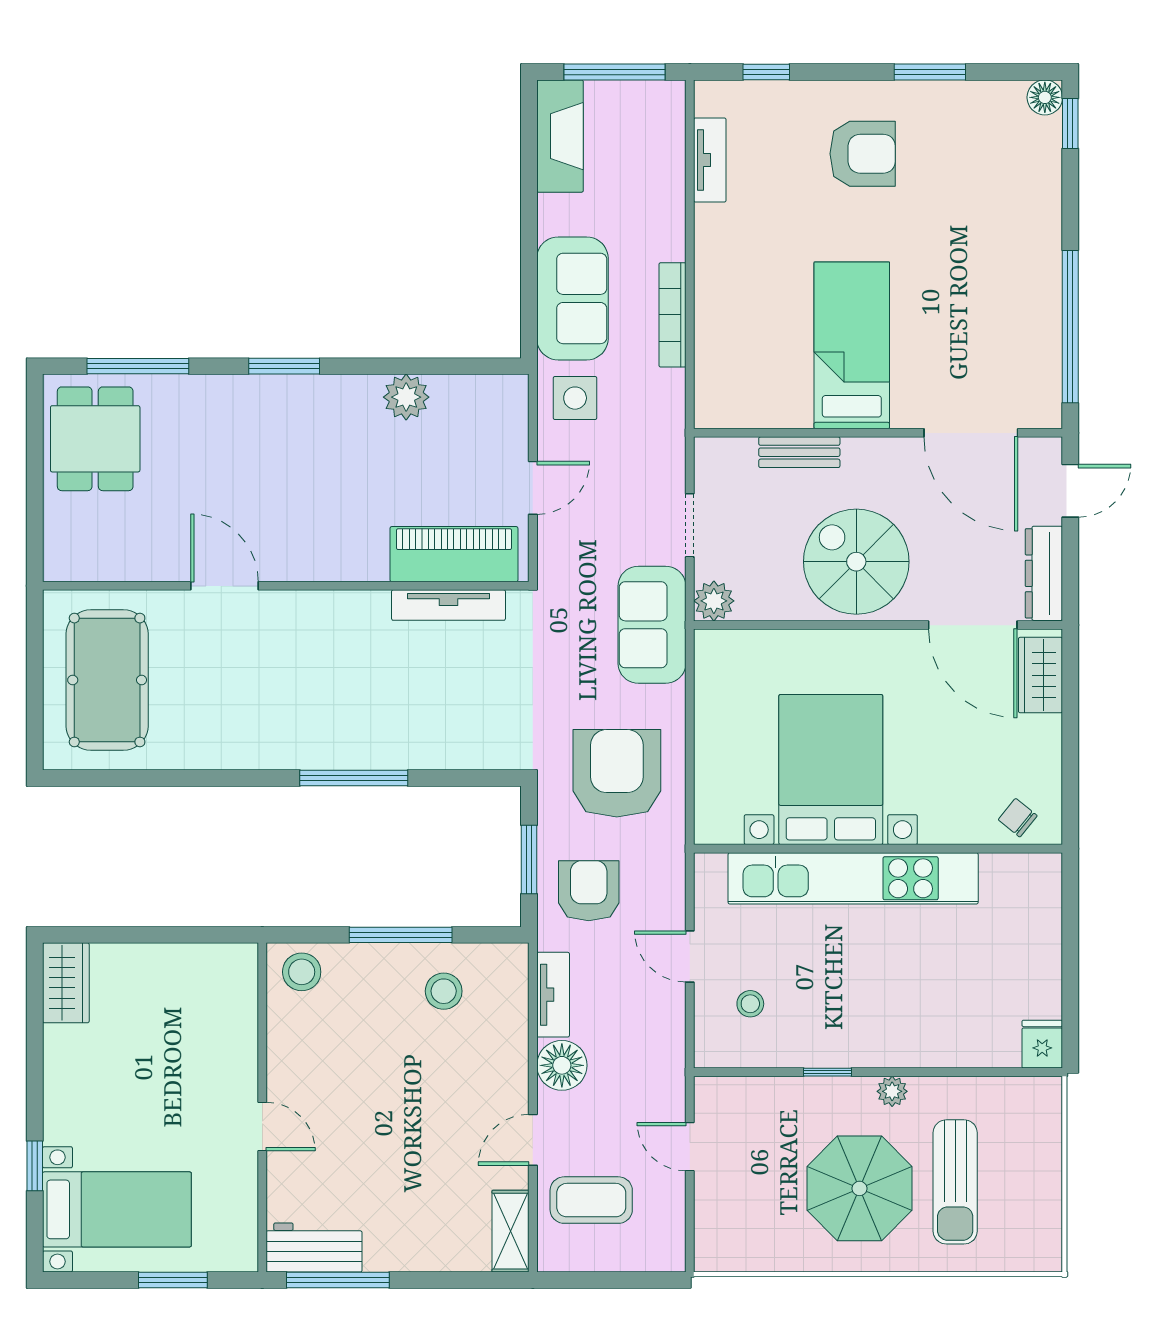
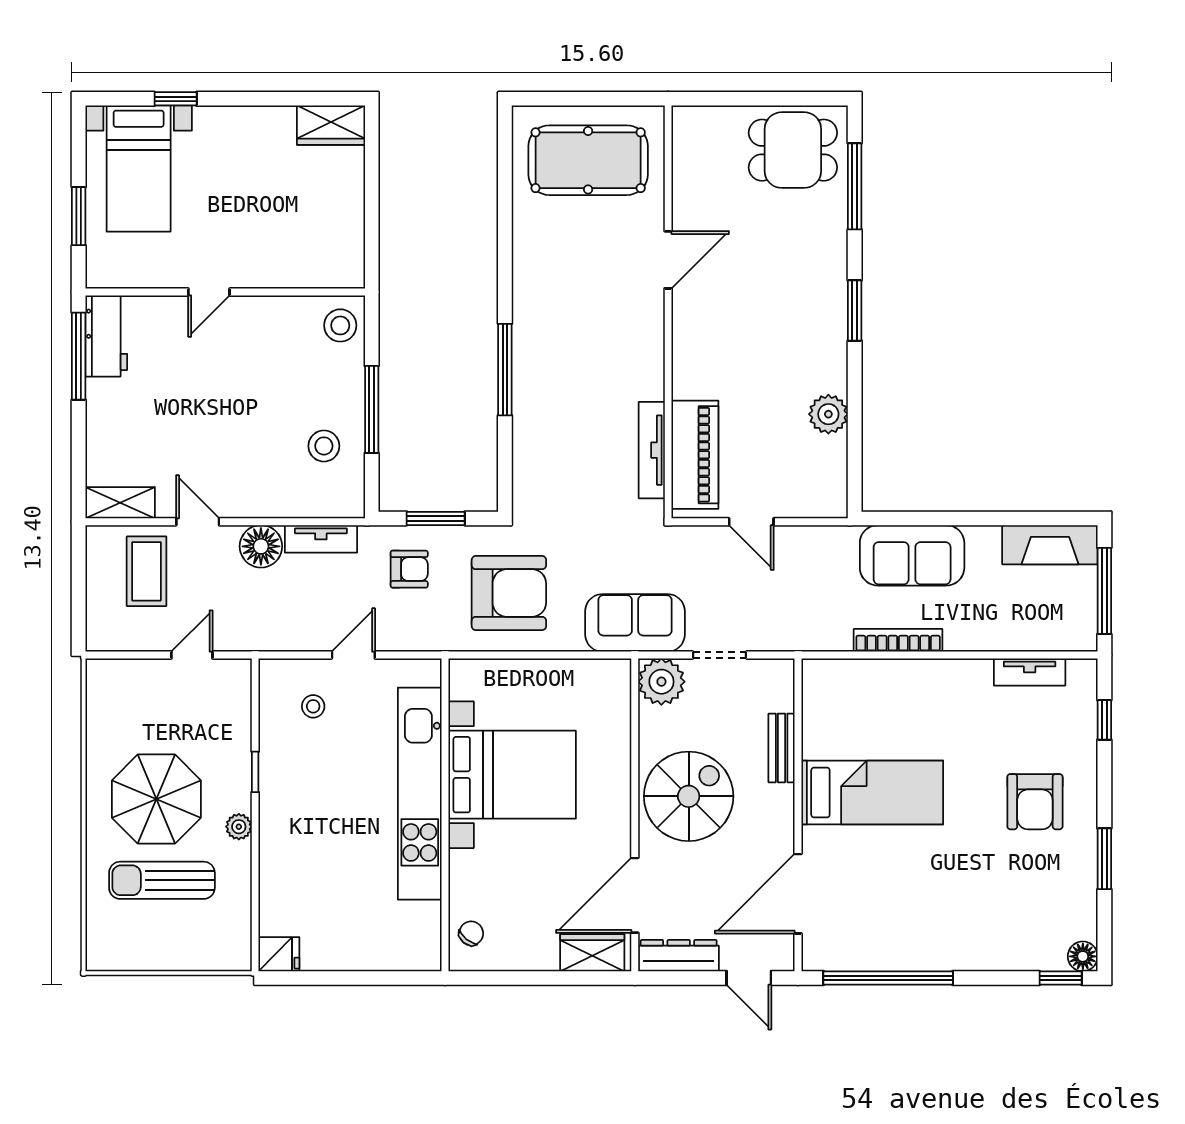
side table: (575, 398) -> (828, 557), removed
plant: (714, 601) -> (661, 682), width x1.36, depth x1.36
armchair: (589, 891) -> (409, 569), width x0.72, depth x0.72

